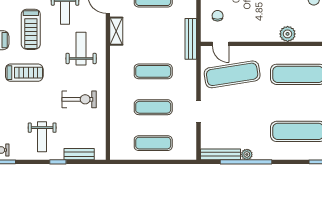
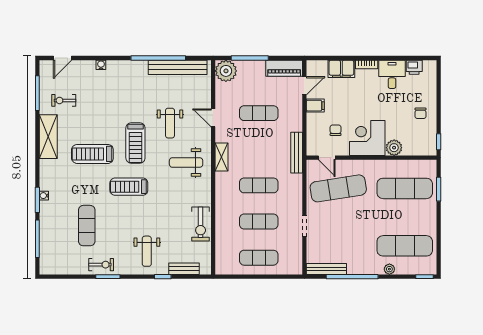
chair: (218, 16) -> (336, 130), moved
corner desk: (261, 24) -> (367, 138), added
shelving: (116, 31) -> (222, 157), moved
weight bench: (81, 49) -> (186, 162), turned -90
treadmill: (24, 73) -> (129, 187), turned 180
exercise bike: (79, 99) -> (201, 224), moved, turned 90
plant: (247, 154) -> (389, 269), moved

